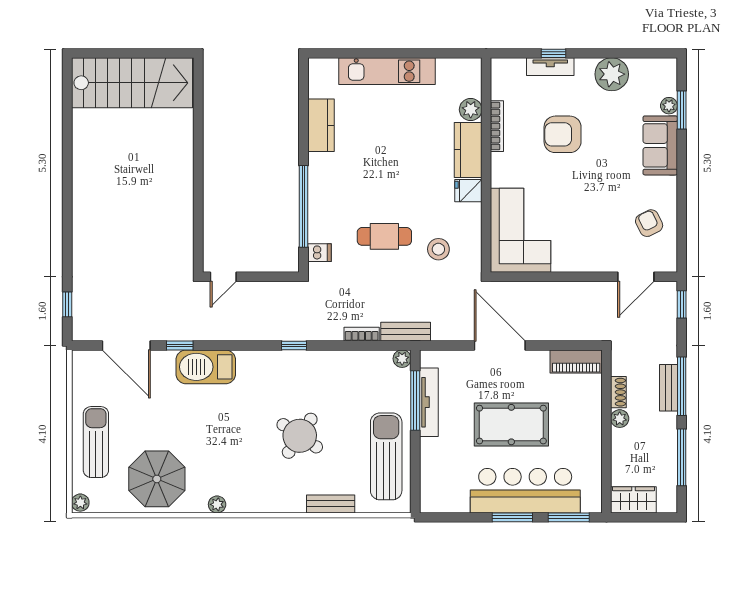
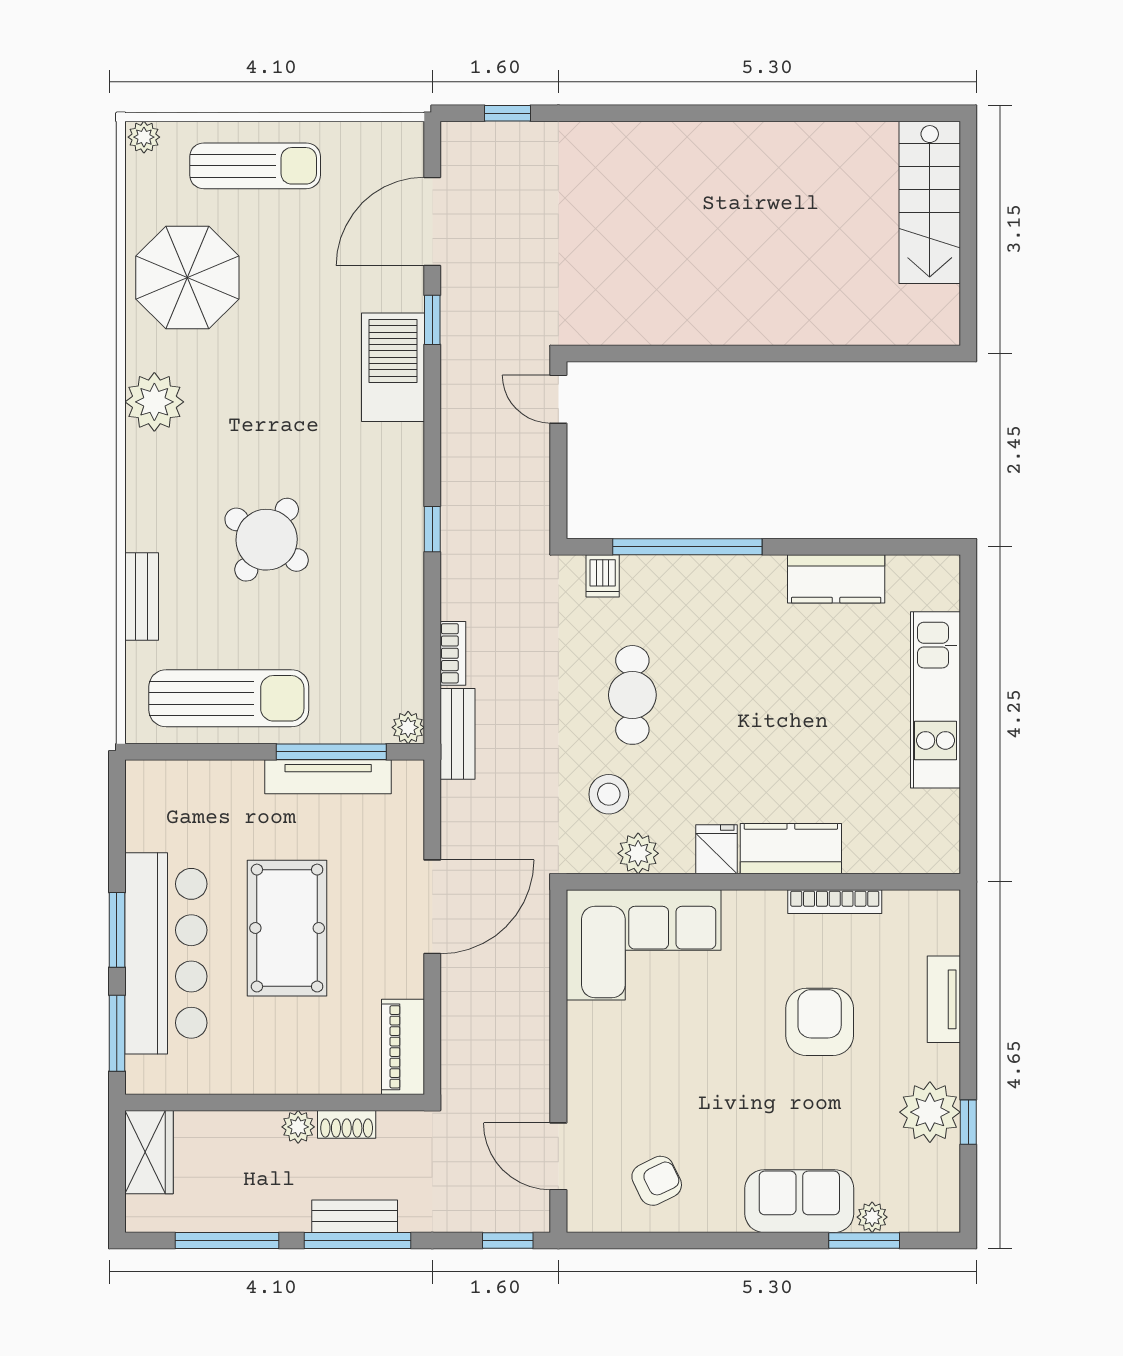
window: (554, 53) -> (968, 1122), moved
stairs: (132, 83) -> (930, 202), width x0.73, depth x0.66
plant: (471, 110) -> (638, 853), moved
plant: (217, 504) -> (154, 402), width x1.88, depth x1.88

